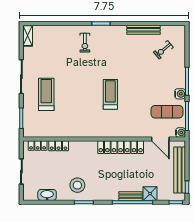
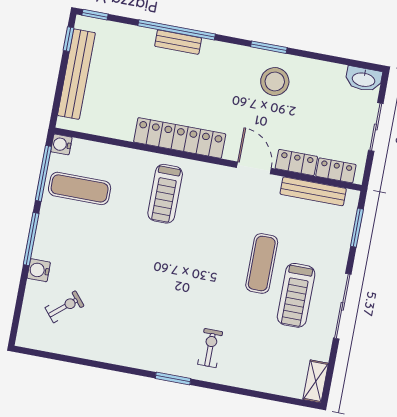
bench: (144, 30) -> (313, 191), moved
exercise mat: (67, 91) -> (262, 263), added
treadmill: (46, 94) -> (296, 295), moved
treadmill: (110, 94) -> (165, 194), moved
water cooler: (180, 94) -> (39, 270), moved
door: (160, 139) -> (254, 168), moved
shower: (150, 194) -> (141, 40), removed
washbasin: (47, 195) -> (364, 79), moved

